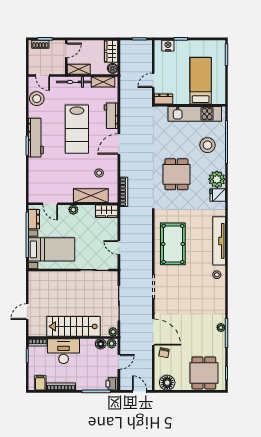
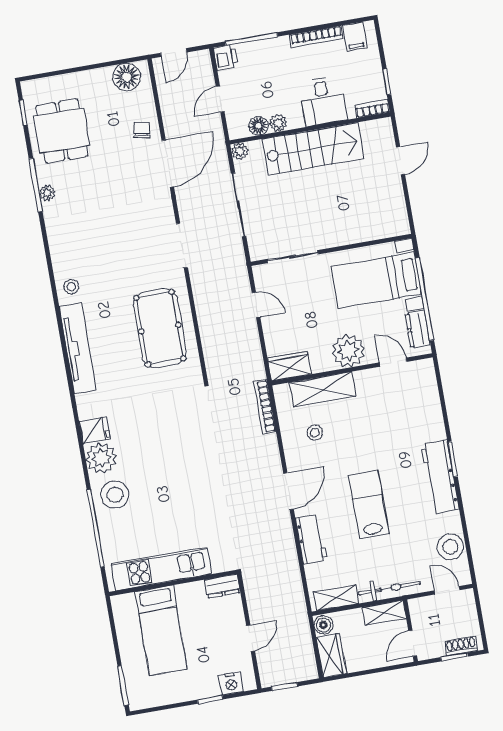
door: (153, 80) -> (251, 638), moved
lab bench: (77, 129) -> (369, 505), width x0.73, depth x0.72
stool: (207, 145) -> (115, 495), moved
dining table: (176, 174) -> (175, 455), removed
plant: (73, 210) -> (348, 351), width x1.88, depth x1.88
door: (153, 332) -> (168, 164), swing flipped
plant: (112, 344) -> (278, 123), moved
desk: (64, 351) -> (323, 101), width x0.73
dining table: (204, 373) -> (62, 131), moved
door: (140, 391) -> (174, 53), hinge flipped

